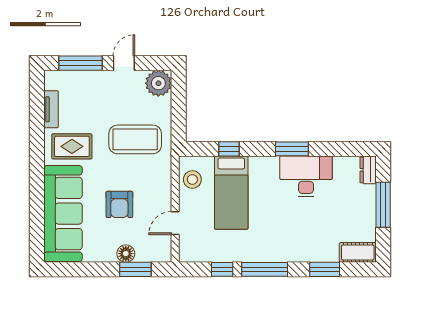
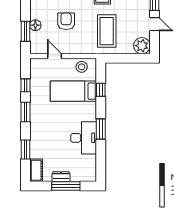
dresser: (368, 170) -> (61, 177), moved
armchair: (119, 204) -> (66, 21), turned 90
window: (265, 269) -> (25, 112), width x0.69

